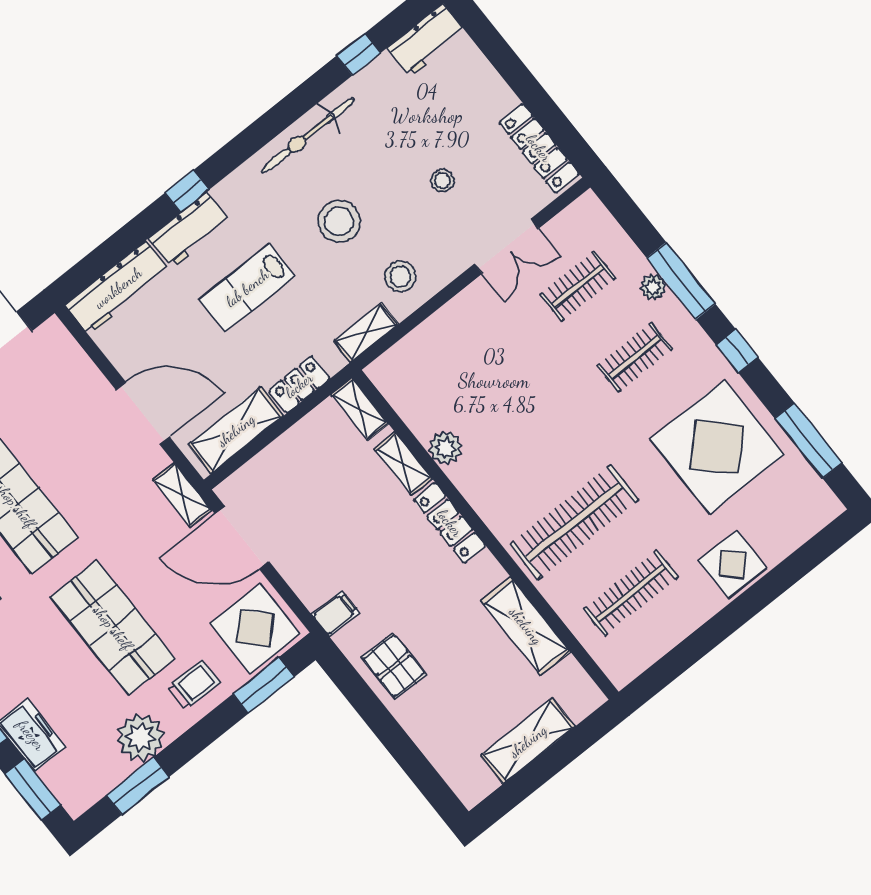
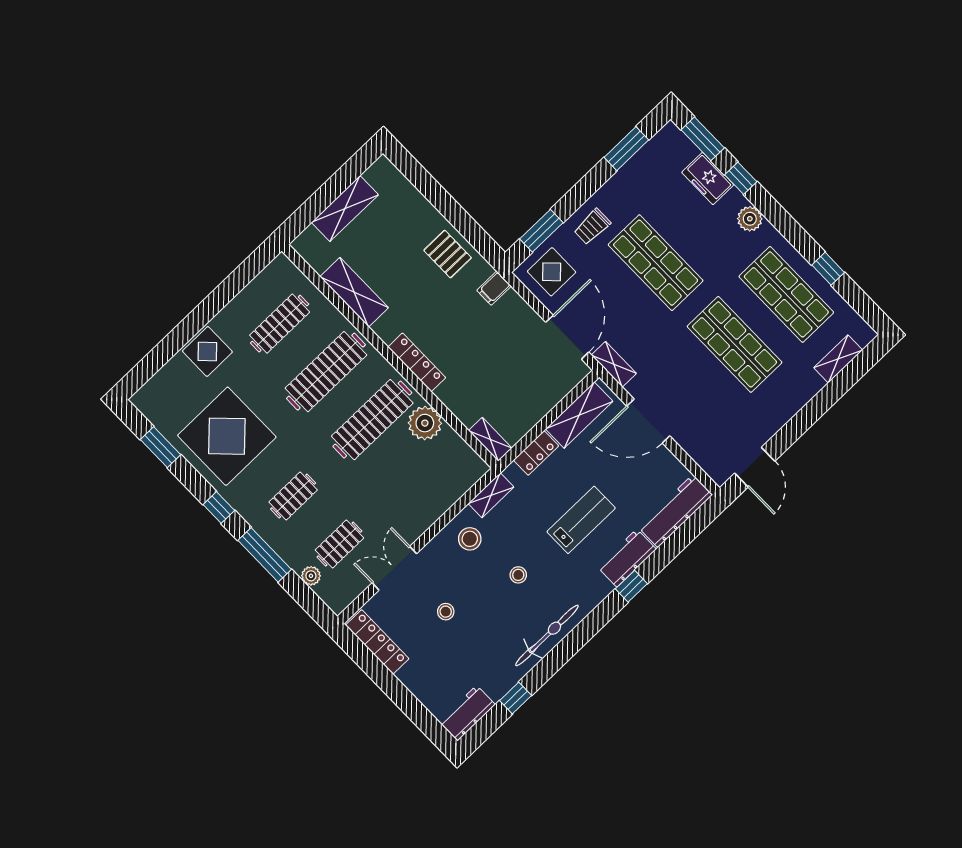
stool: (339, 221) -> (518, 575), width x0.53, depth x0.53
plant: (653, 287) -> (311, 576), moved
window: (808, 441) -> (161, 447), width x0.69
plant: (446, 448) -> (425, 423), width x1.36, depth x1.36
clothes rail: (517, 451) -> (372, 420), added
shelving: (403, 464) -> (455, 402), removed
door: (242, 538) -> (567, 337), hinge flipped
display table: (255, 628) -> (552, 272), width x0.73, depth x0.73
plant: (140, 737) -> (628, 184), removed

